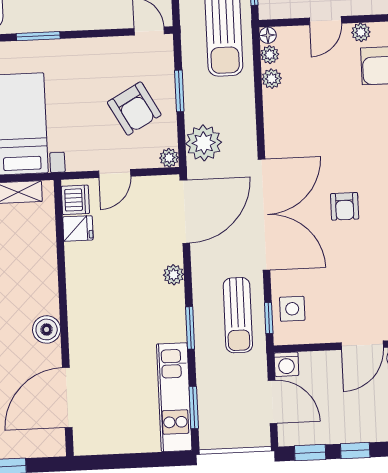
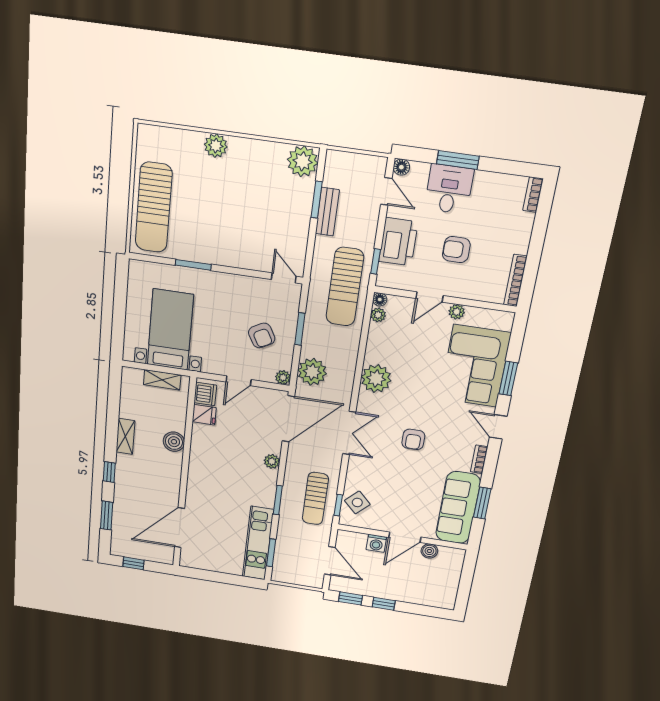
plant: (272, 79) -> (376, 379), moved, width x1.87, depth x1.87
armchair: (134, 109) -> (262, 335), width x0.72, depth x0.72
double door: (264, 215) -> (349, 433), width x0.54
side table: (292, 309) -> (357, 502), turned 45
boiler: (47, 329) -> (174, 442), moved
washing machine: (286, 364) -> (376, 543), moved

